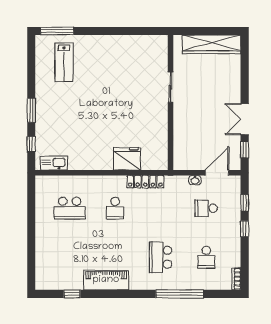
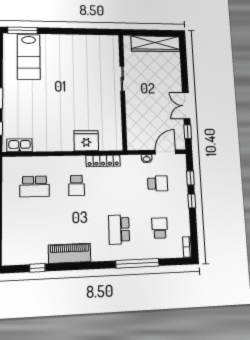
lab bench: (64, 62) -> (29, 57), width x1.36, depth x1.39
school desk: (206, 208) -> (158, 183), turned 180
school desk: (206, 257) -> (160, 228), turned 180

